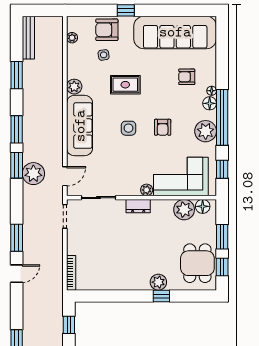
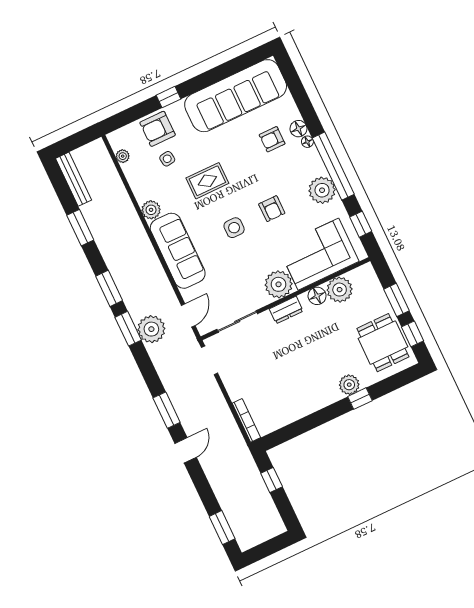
floor lamp: (210, 103) -> (298, 129), moved
plant: (147, 190) -> (279, 284), width x1.87, depth x1.87
floor lamp: (203, 206) -> (317, 296), moved

